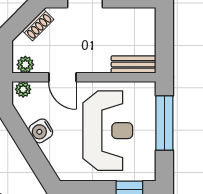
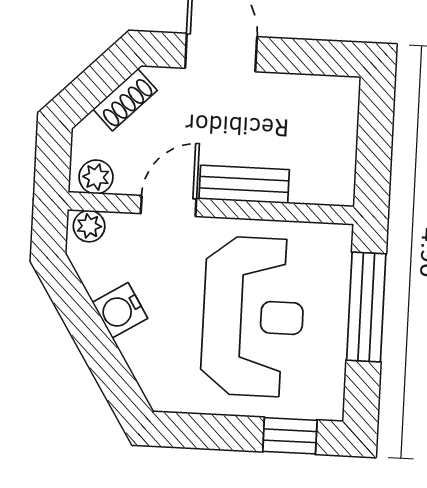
bench: (134, 64) -> (244, 184), moved
door: (62, 77) -> (169, 206), swing flipped

